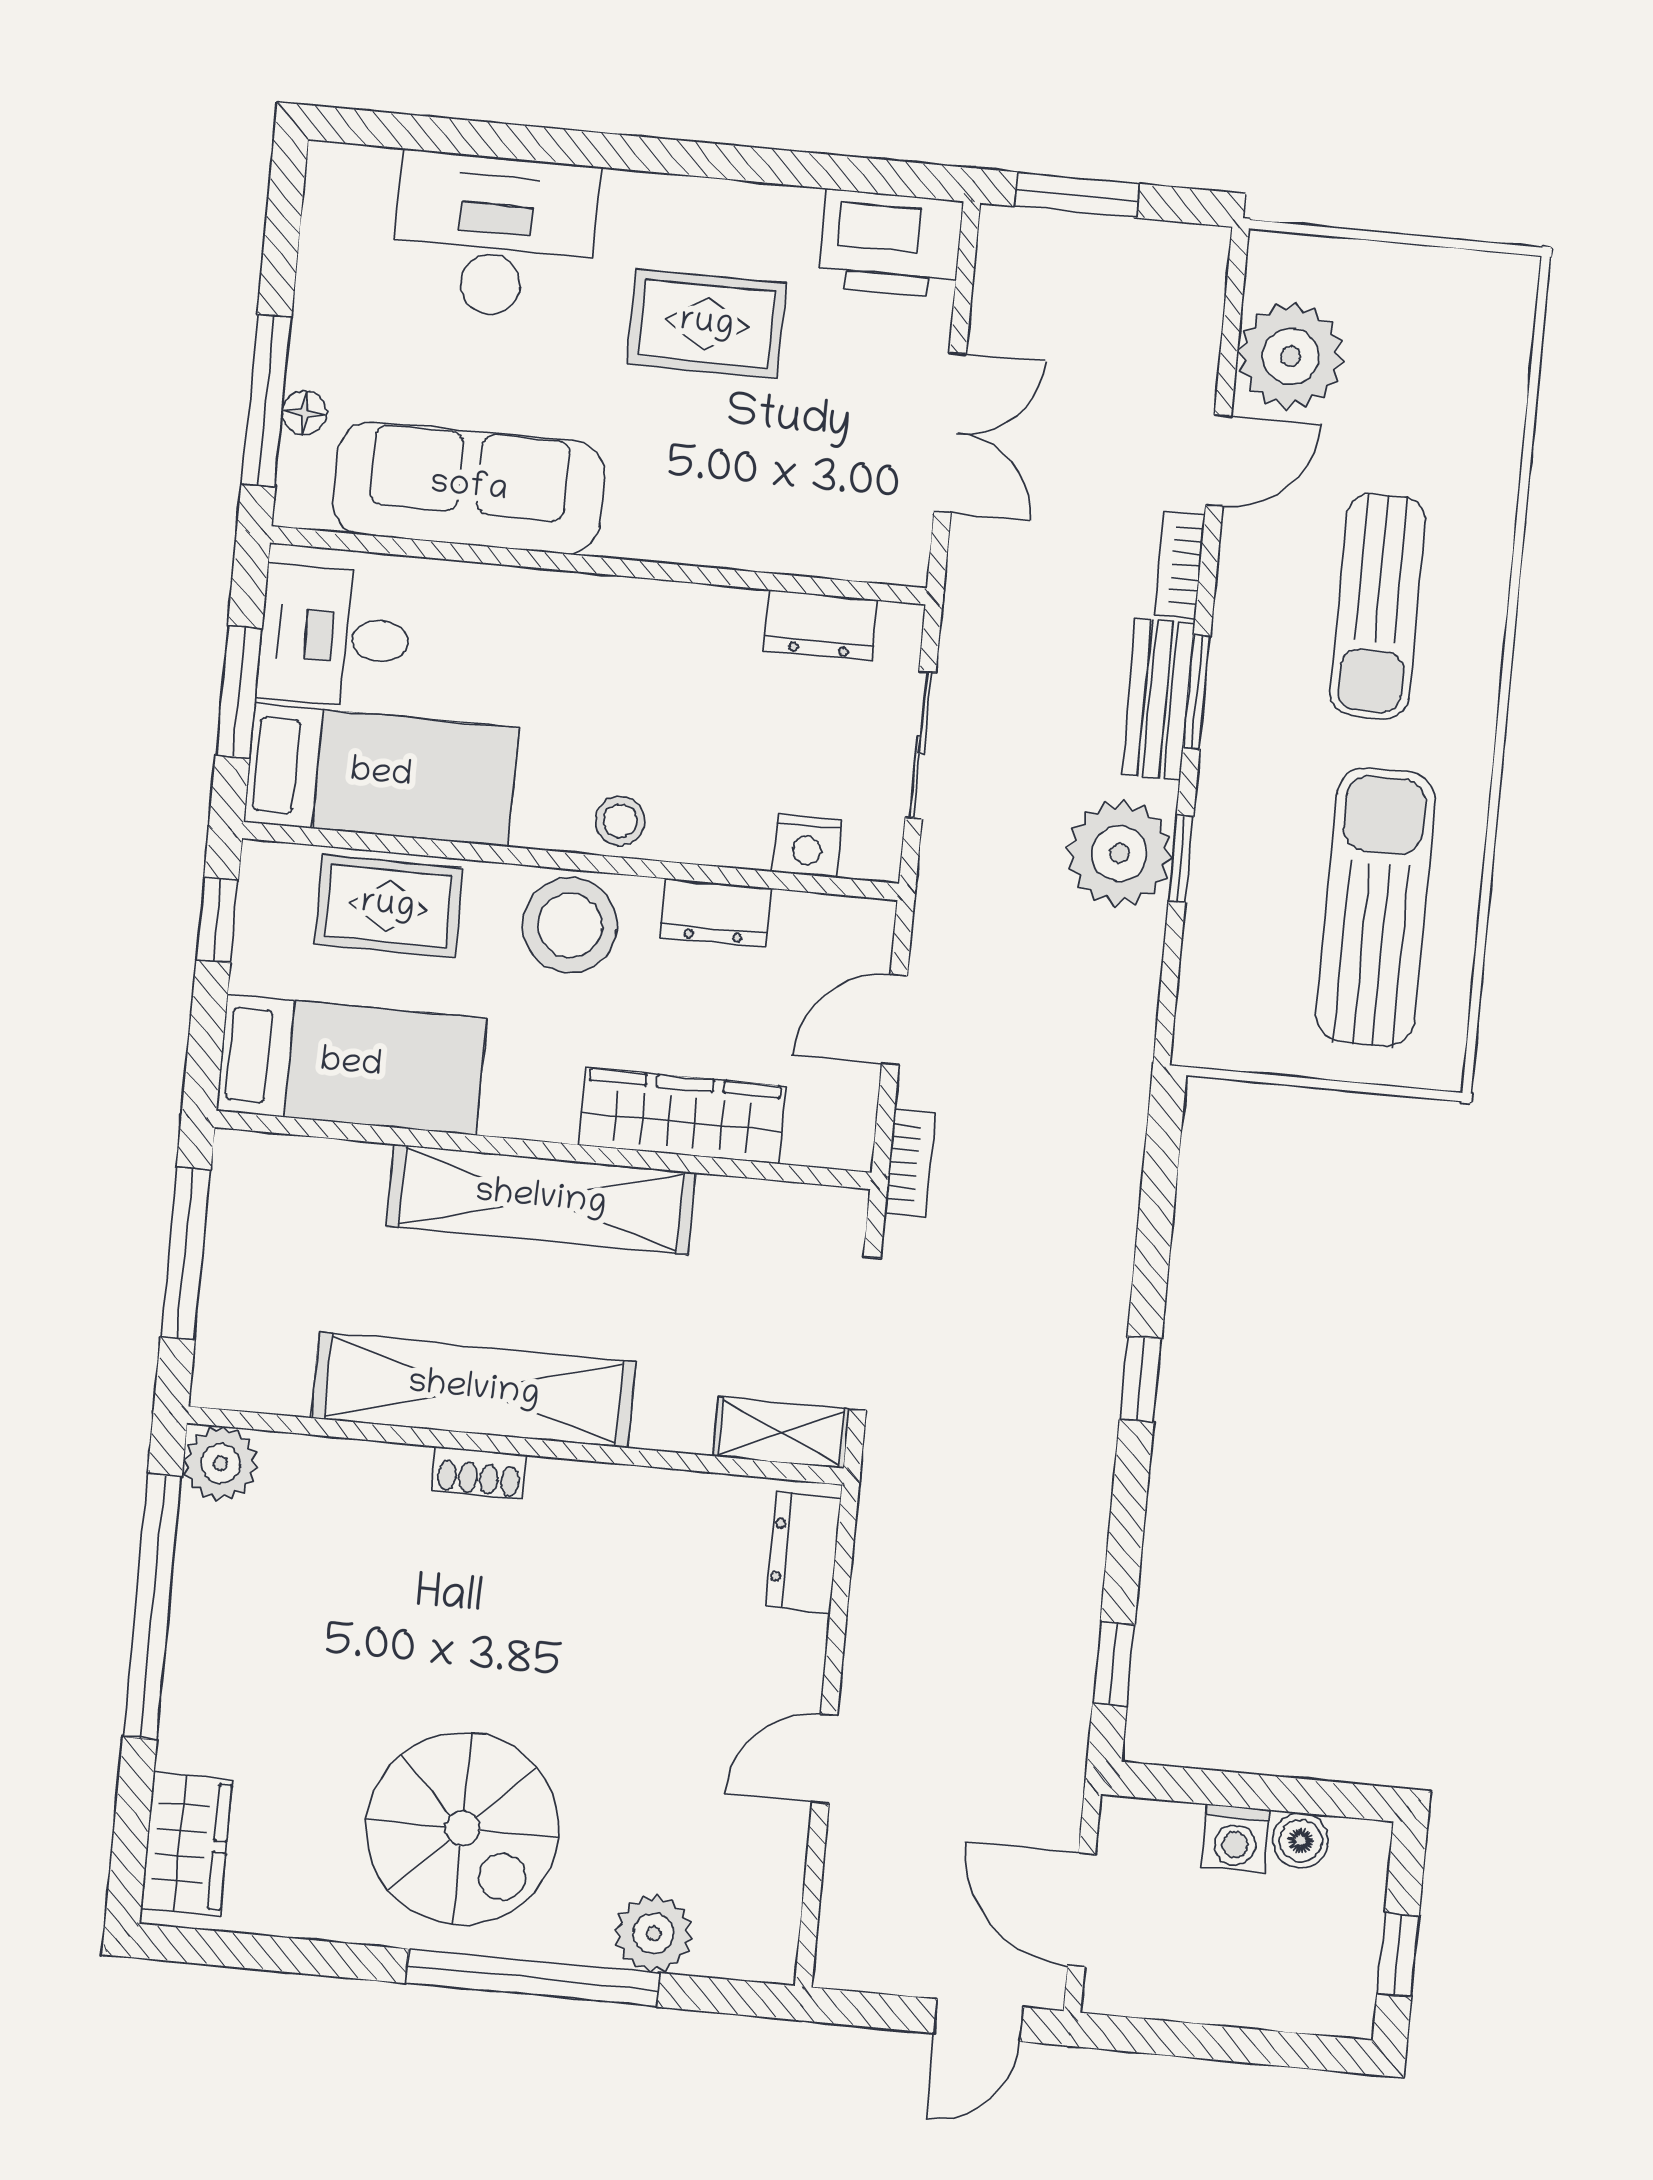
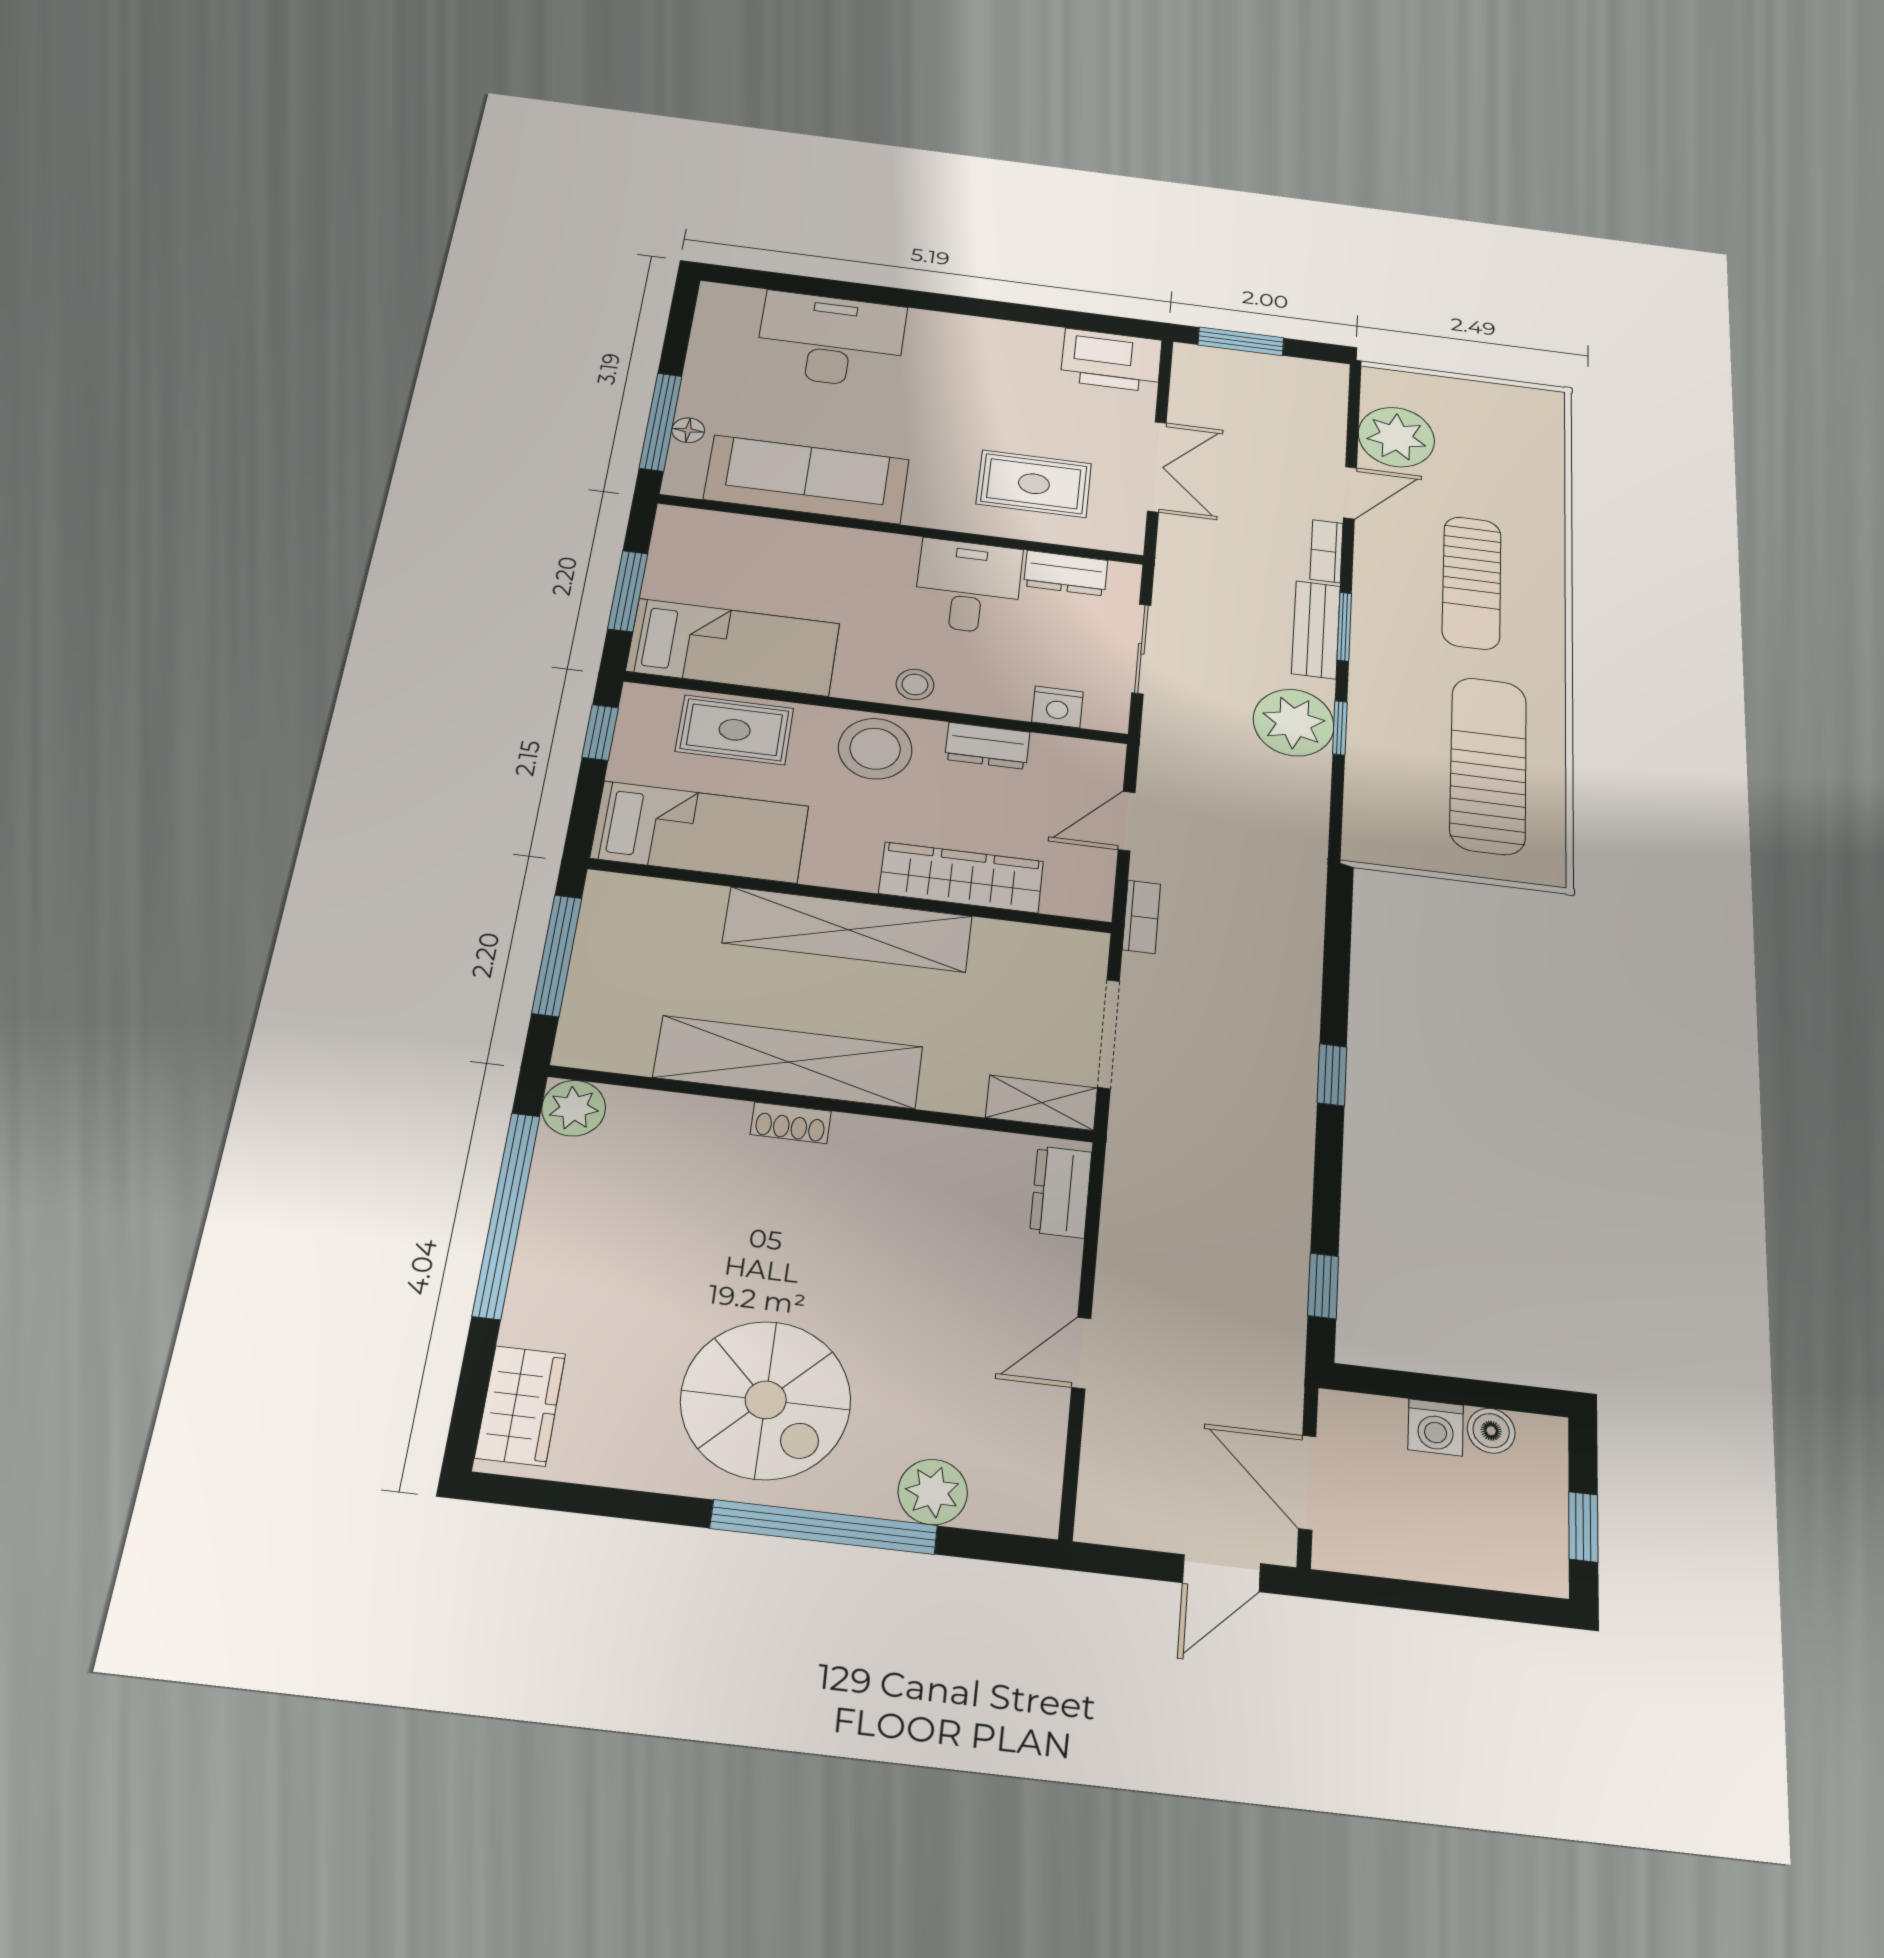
rug: (707, 324) -> (1034, 484), moved
desk: (335, 637) -> (968, 586), moved, turned 90

